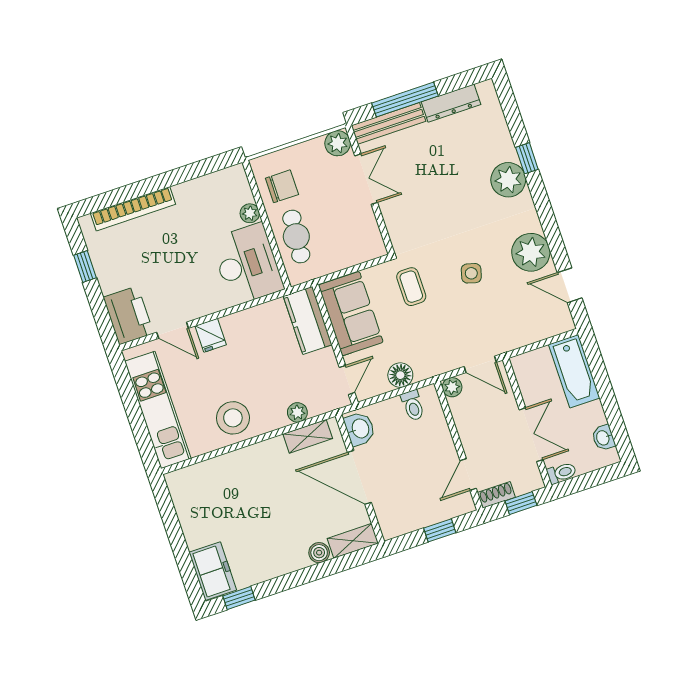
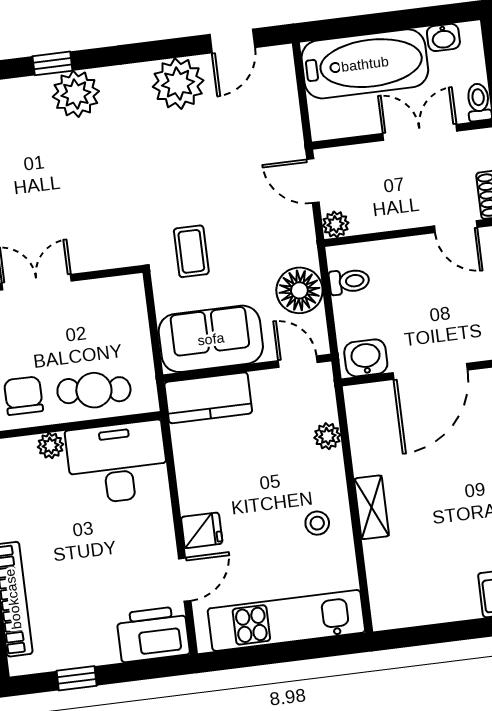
side table: (471, 273) -> (190, 168), removed
coffee table: (411, 287) -> (191, 251), turned 90
door: (480, 364) -> (313, 181), swing flipped
bathtub: (574, 371) -> (365, 64), width x1.36, depth x1.36
floor lamp: (400, 375) -> (299, 290), width x1.38, depth x1.38
stool: (233, 418) -> (317, 523), width x0.53, depth x0.53
shelving: (308, 436) -> (372, 507), moved

